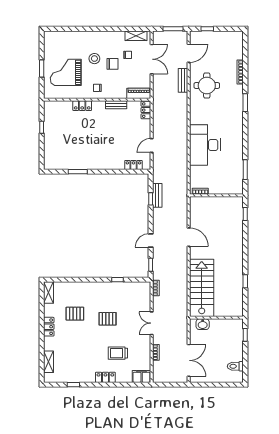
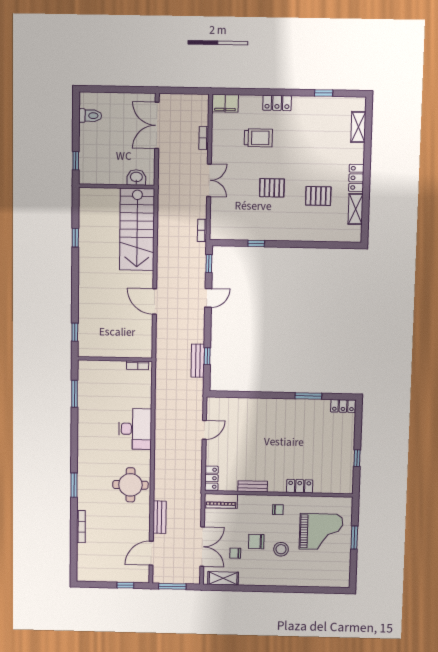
double door: (152, 59) -> (202, 547), swing flipped
round table: (207, 86) -> (130, 485), moved
desk: (205, 145) -> (135, 429), width x0.73, depth x0.77
locker: (133, 165) -> (343, 406), moved
shelving: (49, 293) -> (356, 209), moved

